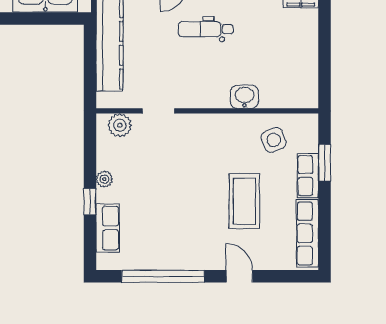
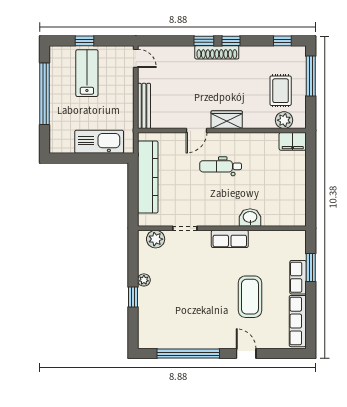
side table: (274, 140) -> (272, 250), removed
row of seats: (108, 228) -> (230, 239), moved, turned 90

